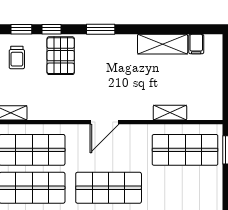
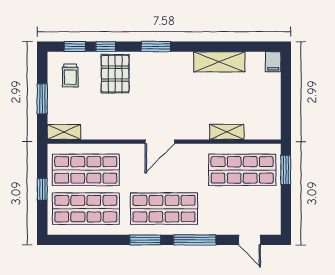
filing cabinet: (196, 44) -> (273, 62), moved

